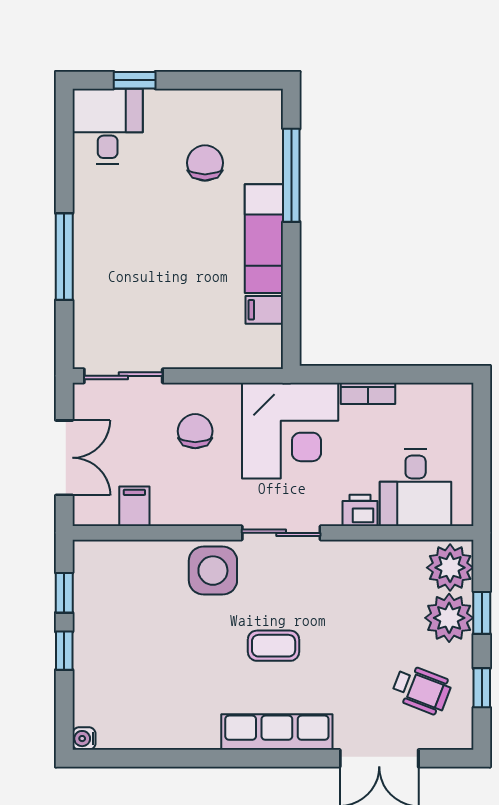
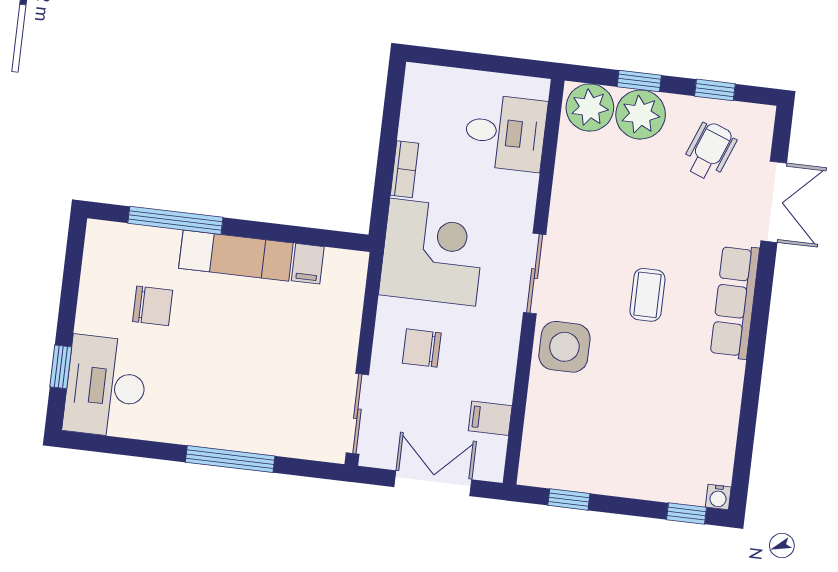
desk: (108, 126) -> (106, 386), width x1.37
chair: (205, 163) -> (153, 306), turned 180
printer: (360, 510) -> (521, 191), removed
window: (64, 651) -> (686, 513), moved

